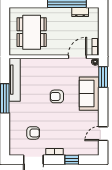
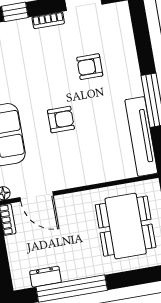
door: (77, 57) -> (37, 197), hinge flipped
armchair: (33, 133) -> (90, 67), moved

